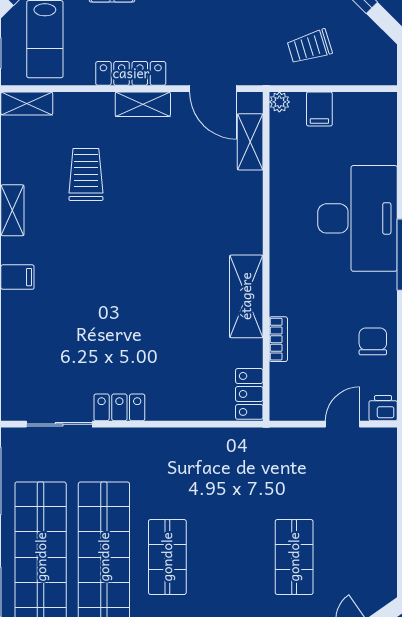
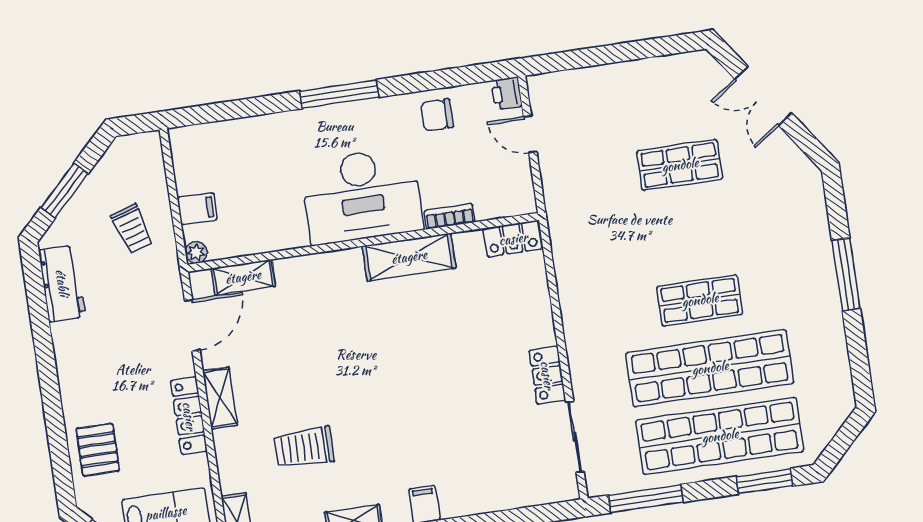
desk: (357, 218) -> (362, 196), moved, turned 180

